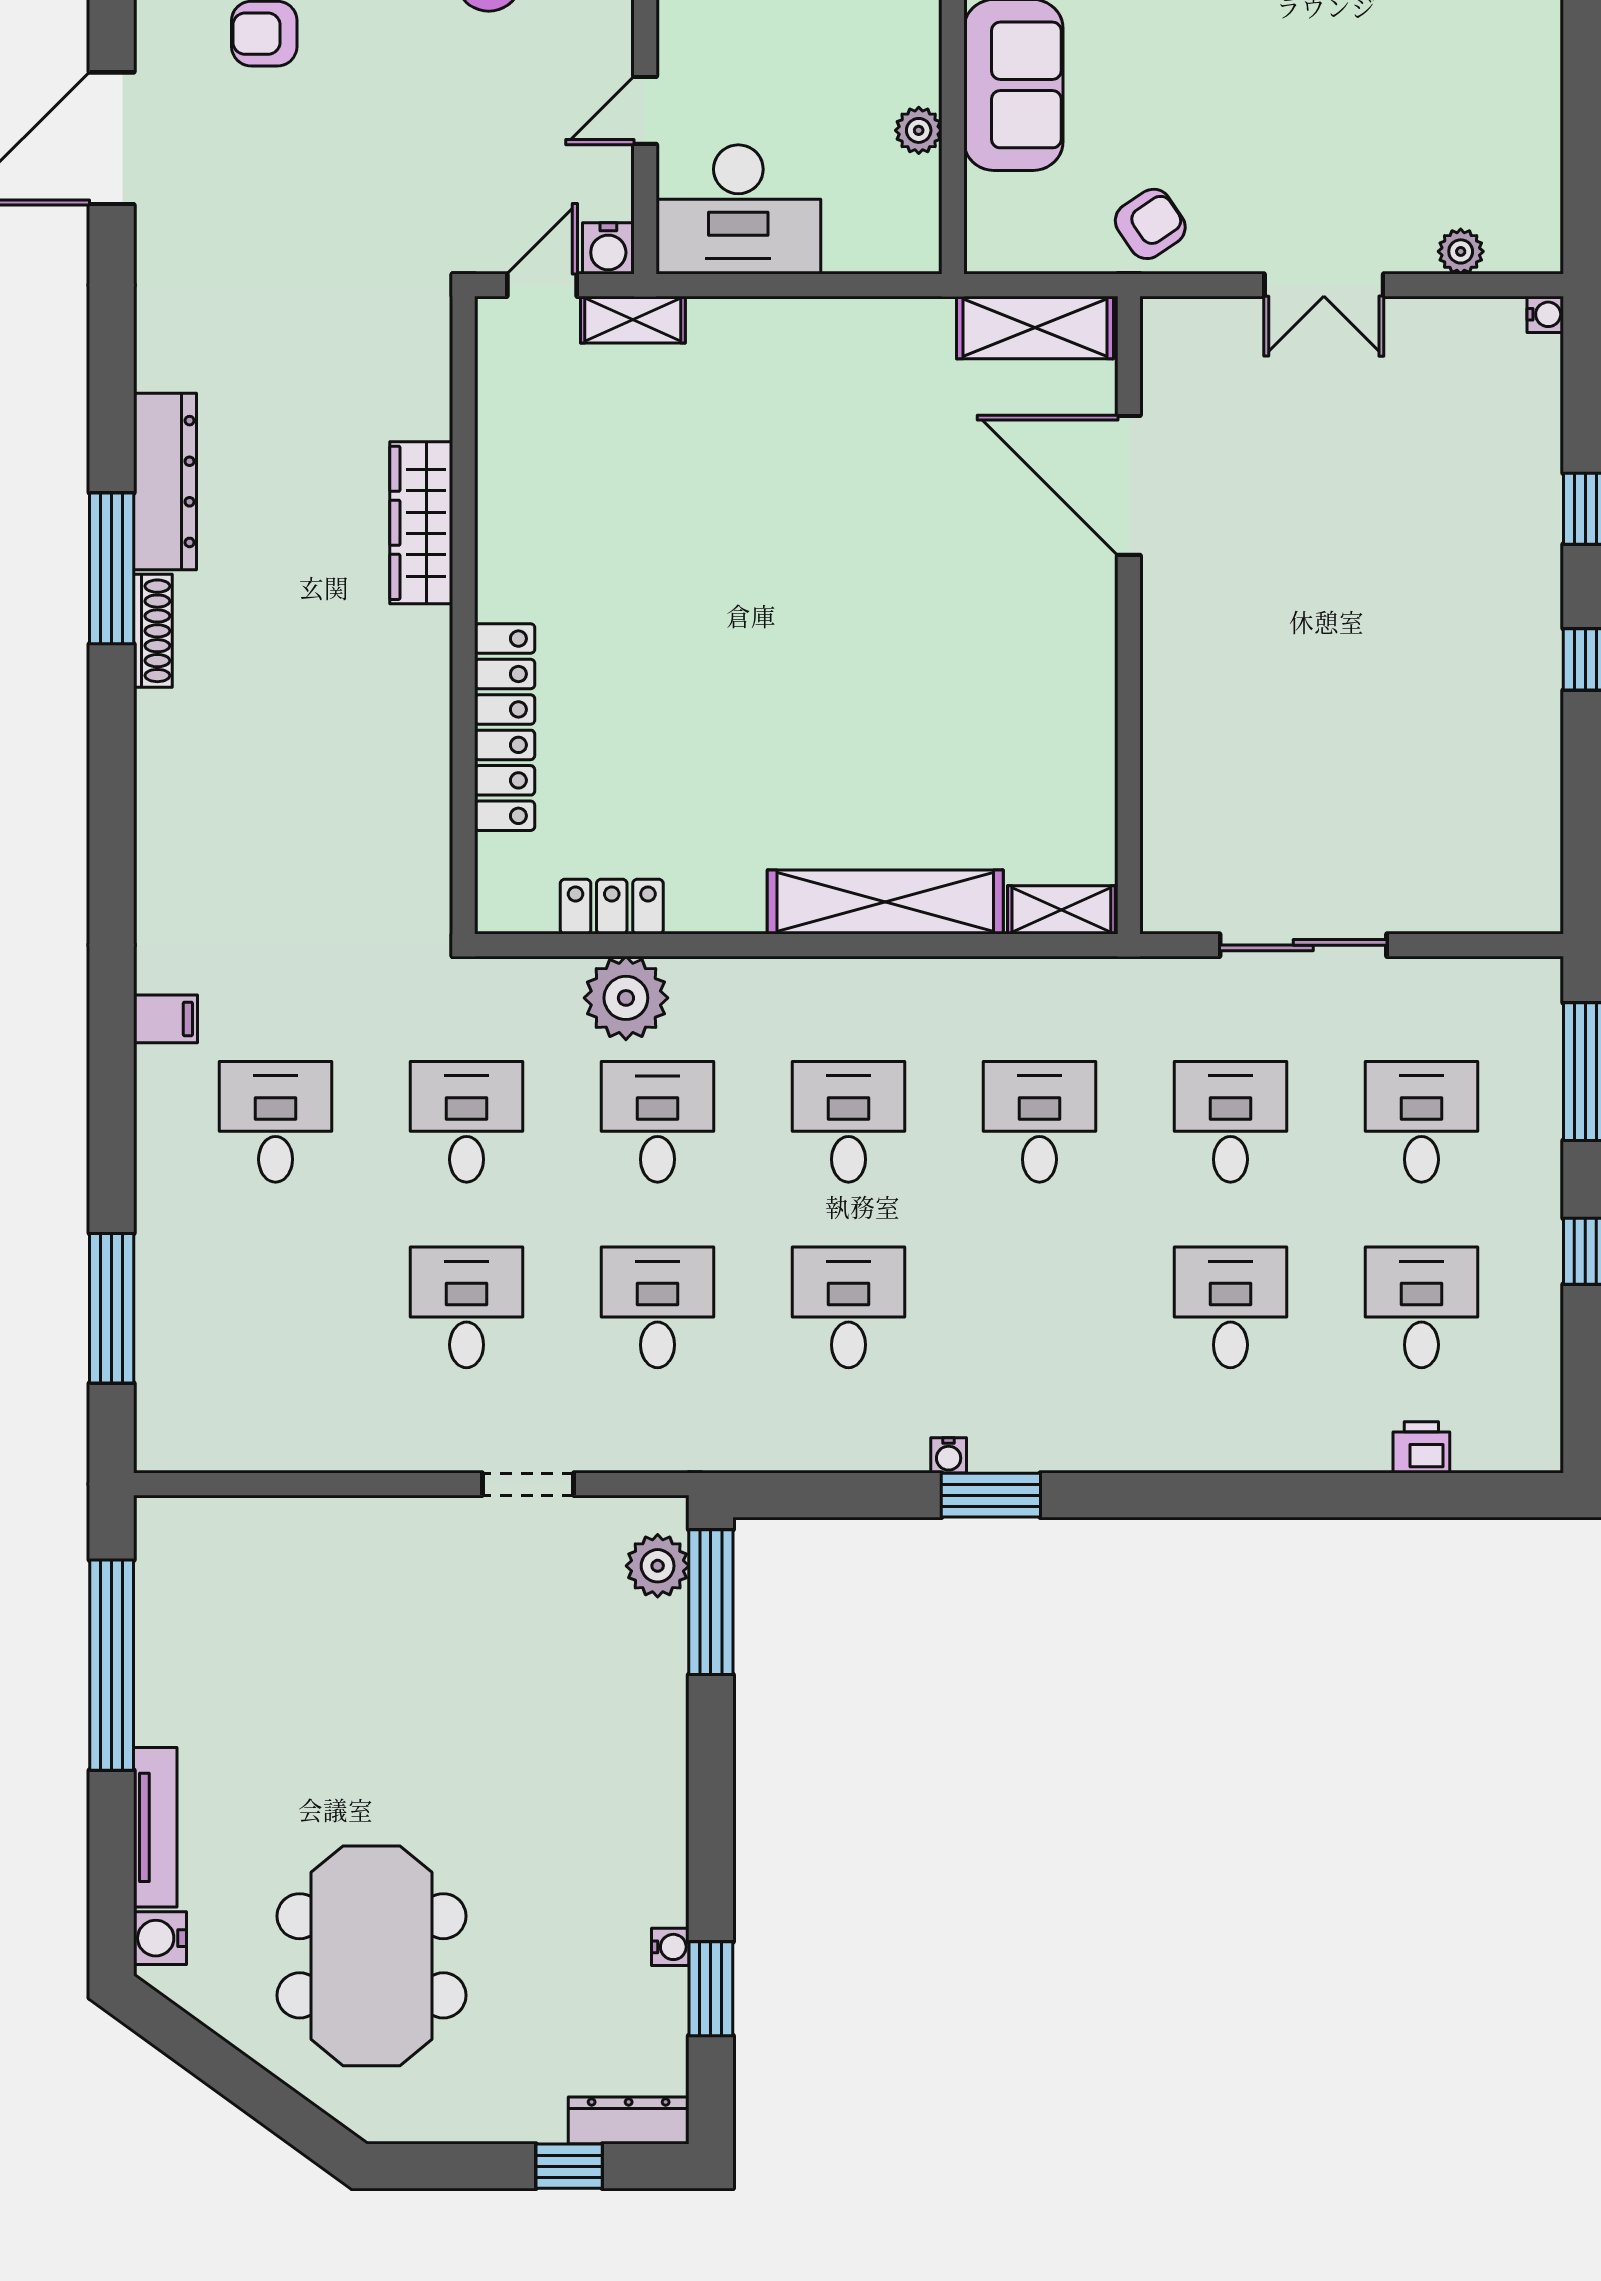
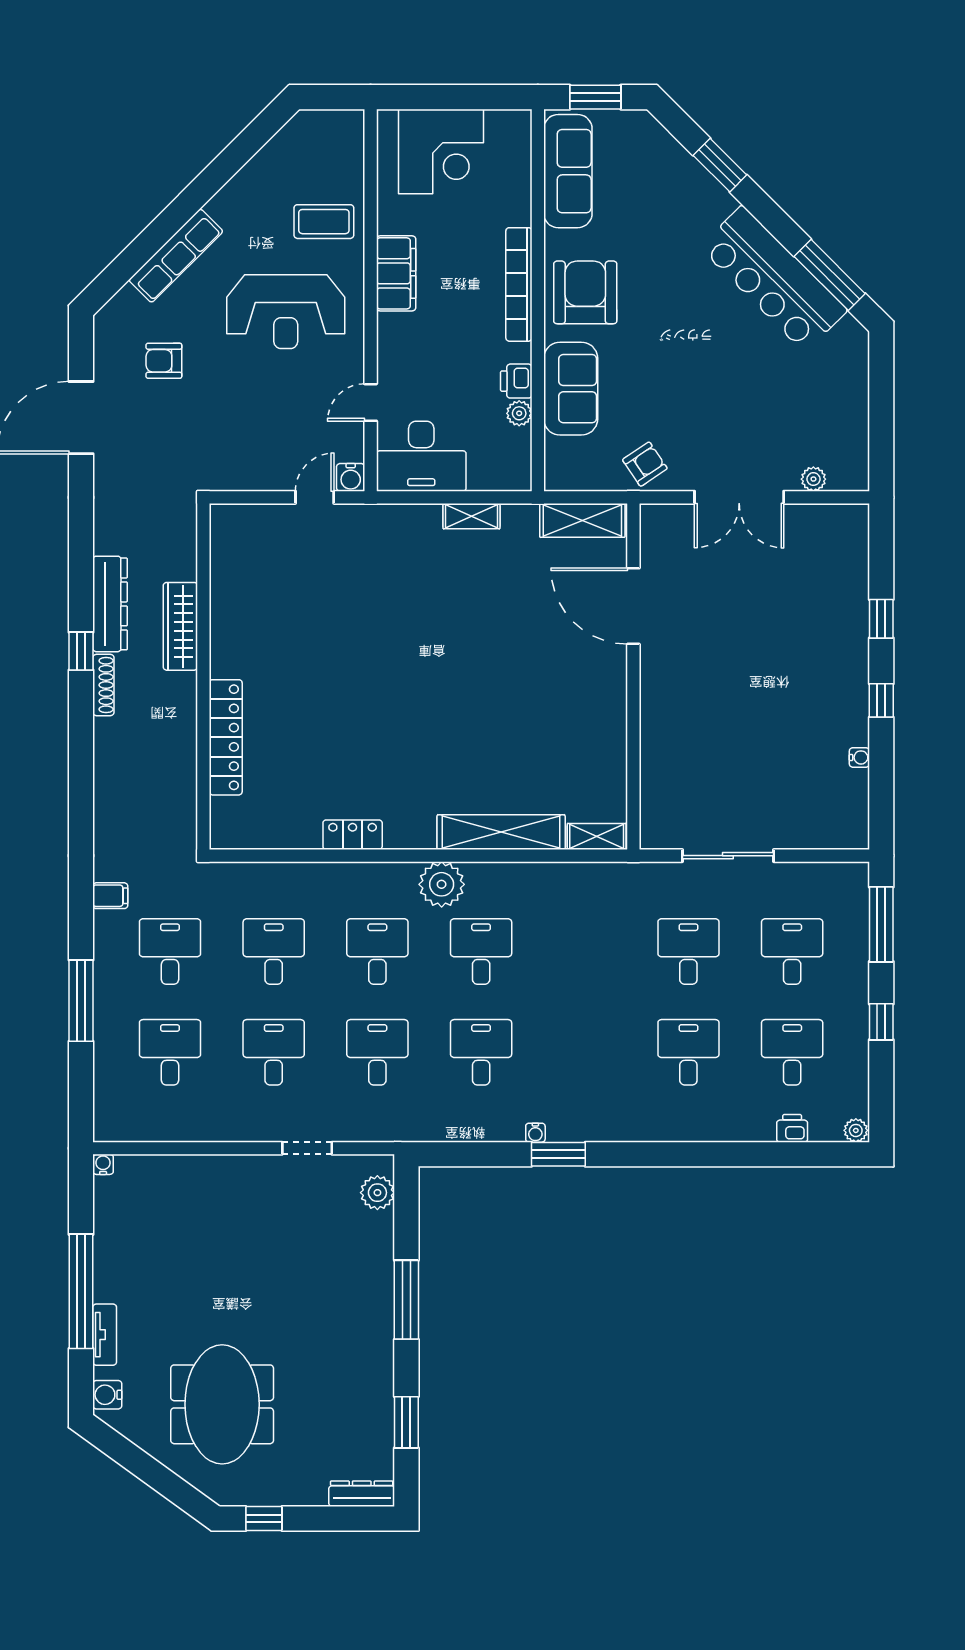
printer: (913, 71) -> (516, 381), added
double door: (1324, 285) -> (739, 497), width x1.37
water cooler: (1545, 314) -> (859, 757), moved
shelving: (633, 320) -> (471, 516), moved
wardrobe: (421, 523) -> (180, 626), moved
window: (112, 568) -> (81, 651), width x0.46
wall: (464, 615) -> (203, 676), moved
locker: (505, 727) -> (226, 737), moved
plant: (626, 998) -> (442, 884), moved
desk: (1039, 1122) -> (170, 1052), moved
window: (112, 1308) -> (81, 1001), moved
plant: (1539, 1451) -> (856, 1130), added
window: (711, 1602) -> (406, 1300), moved
window: (112, 1665) -> (81, 1291), moved
tv unit: (155, 1827) -> (105, 1335), width x0.71
water cooler: (670, 1947) -> (103, 1164), moved, turned -90
window: (569, 2166) -> (264, 1519), moved

